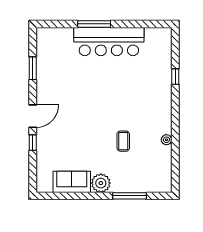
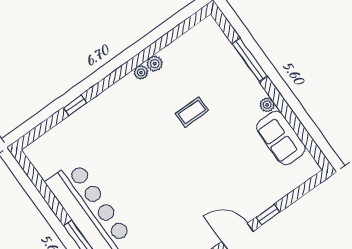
plant: (167, 128) -> (141, 72), added
plant: (101, 183) -> (267, 105), width x0.53, depth x0.53

